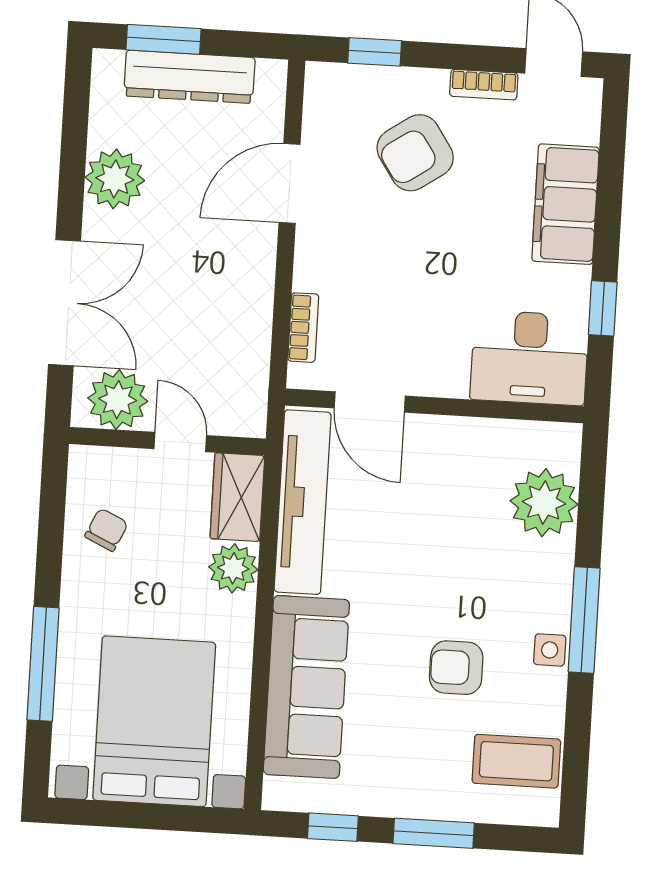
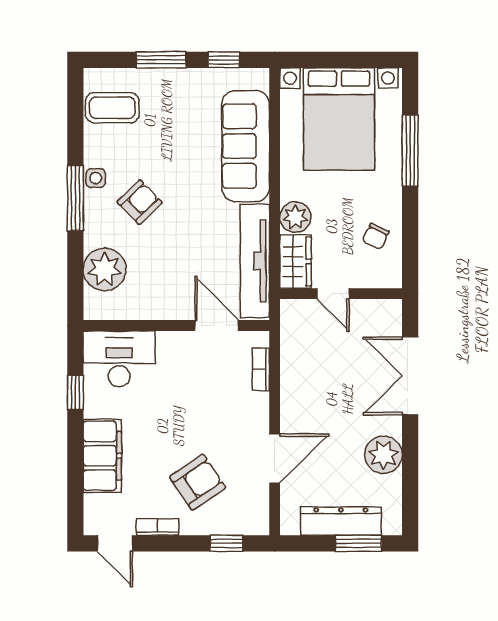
plant: (118, 400) -> (373, 318), removed
armchair: (456, 668) -> (140, 202), moved, turned -44

